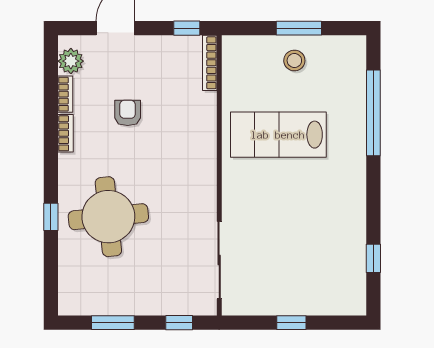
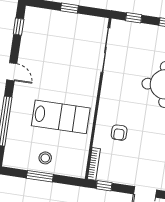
armchair: (128, 113) -> (119, 133), moved
door: (373, 199) -> (12, 72), added
window: (373, 258) -> (19, 27), moved

